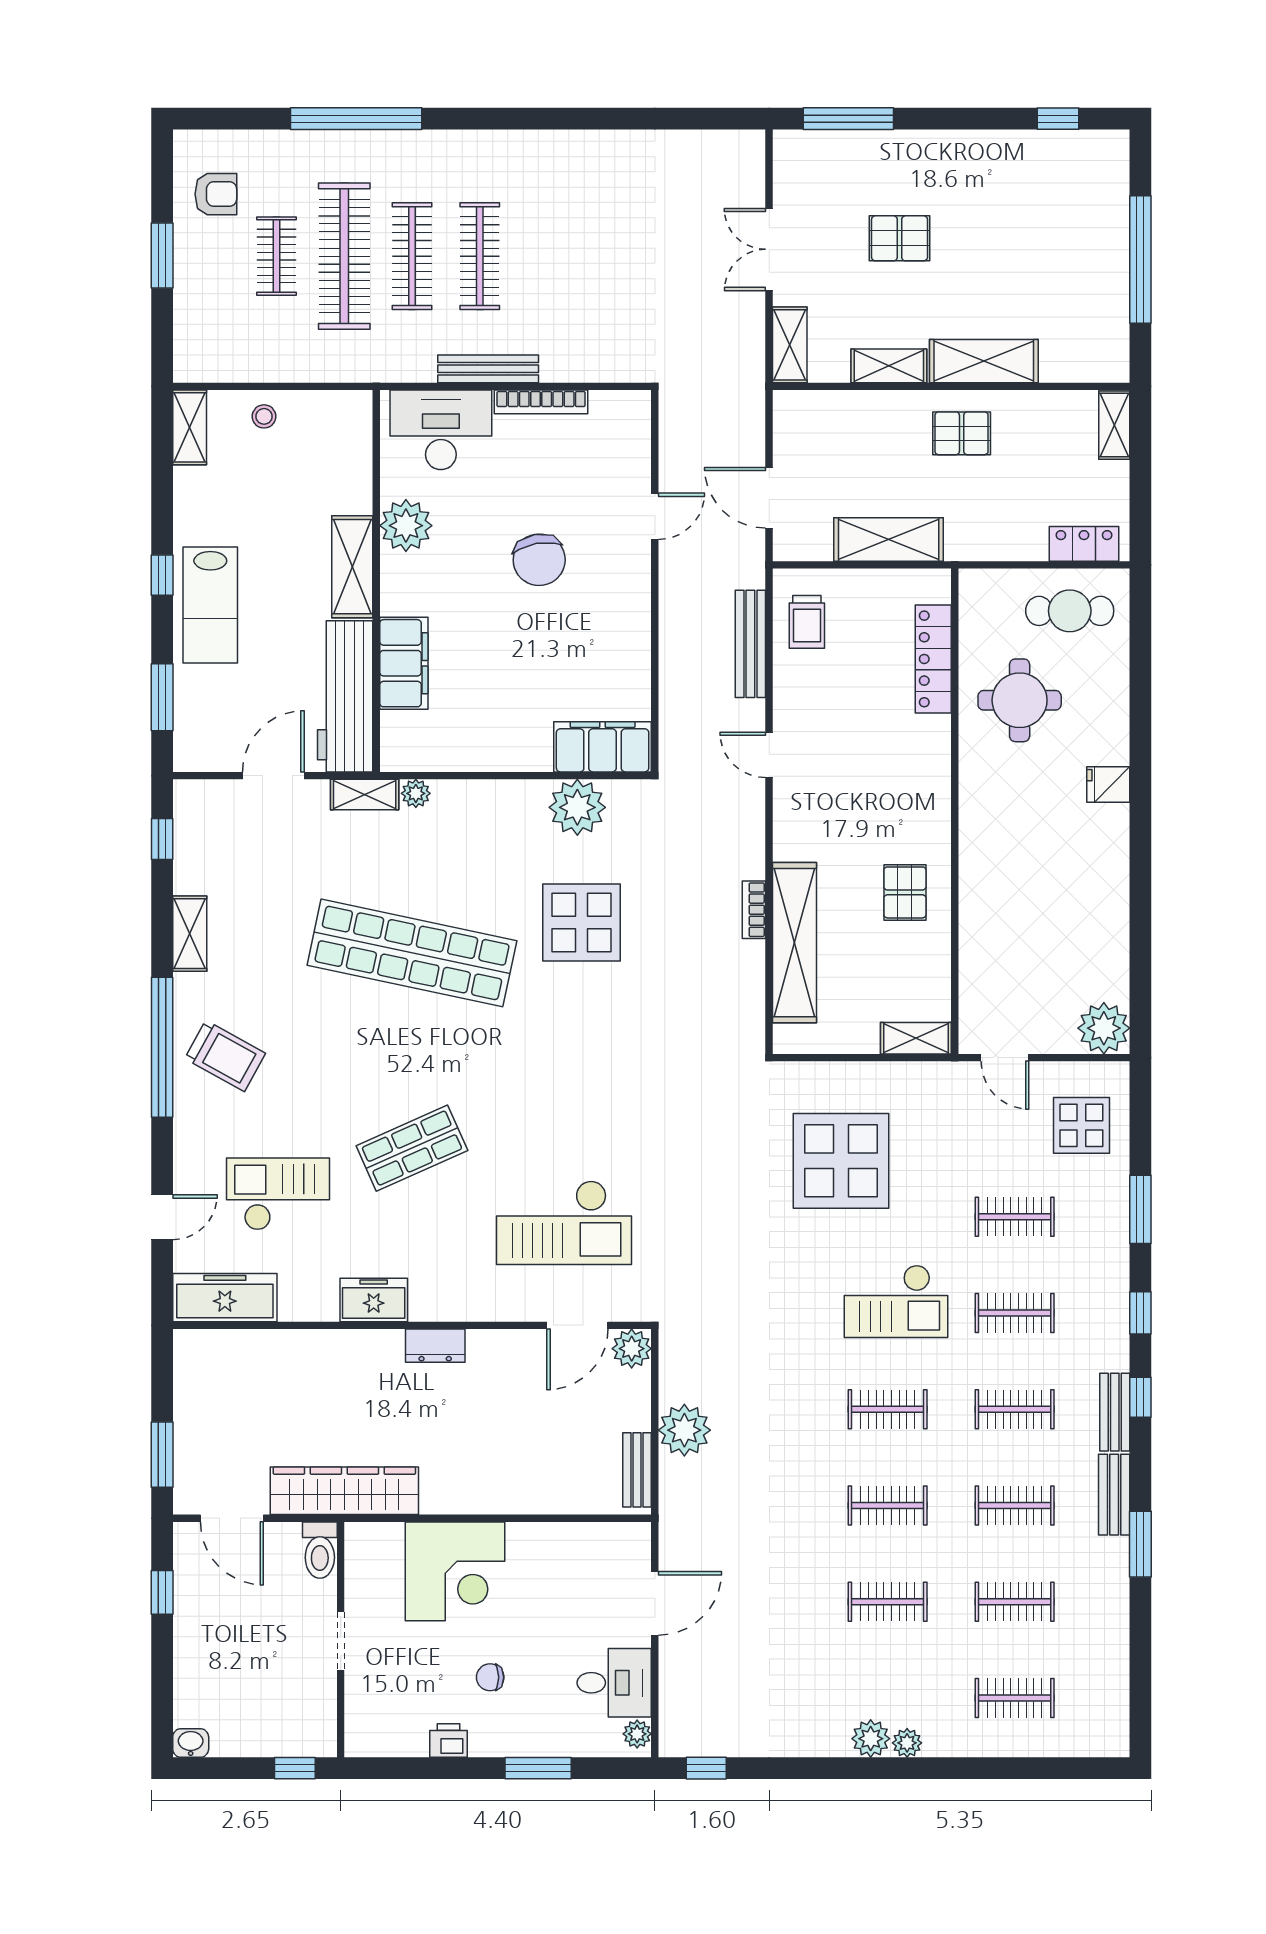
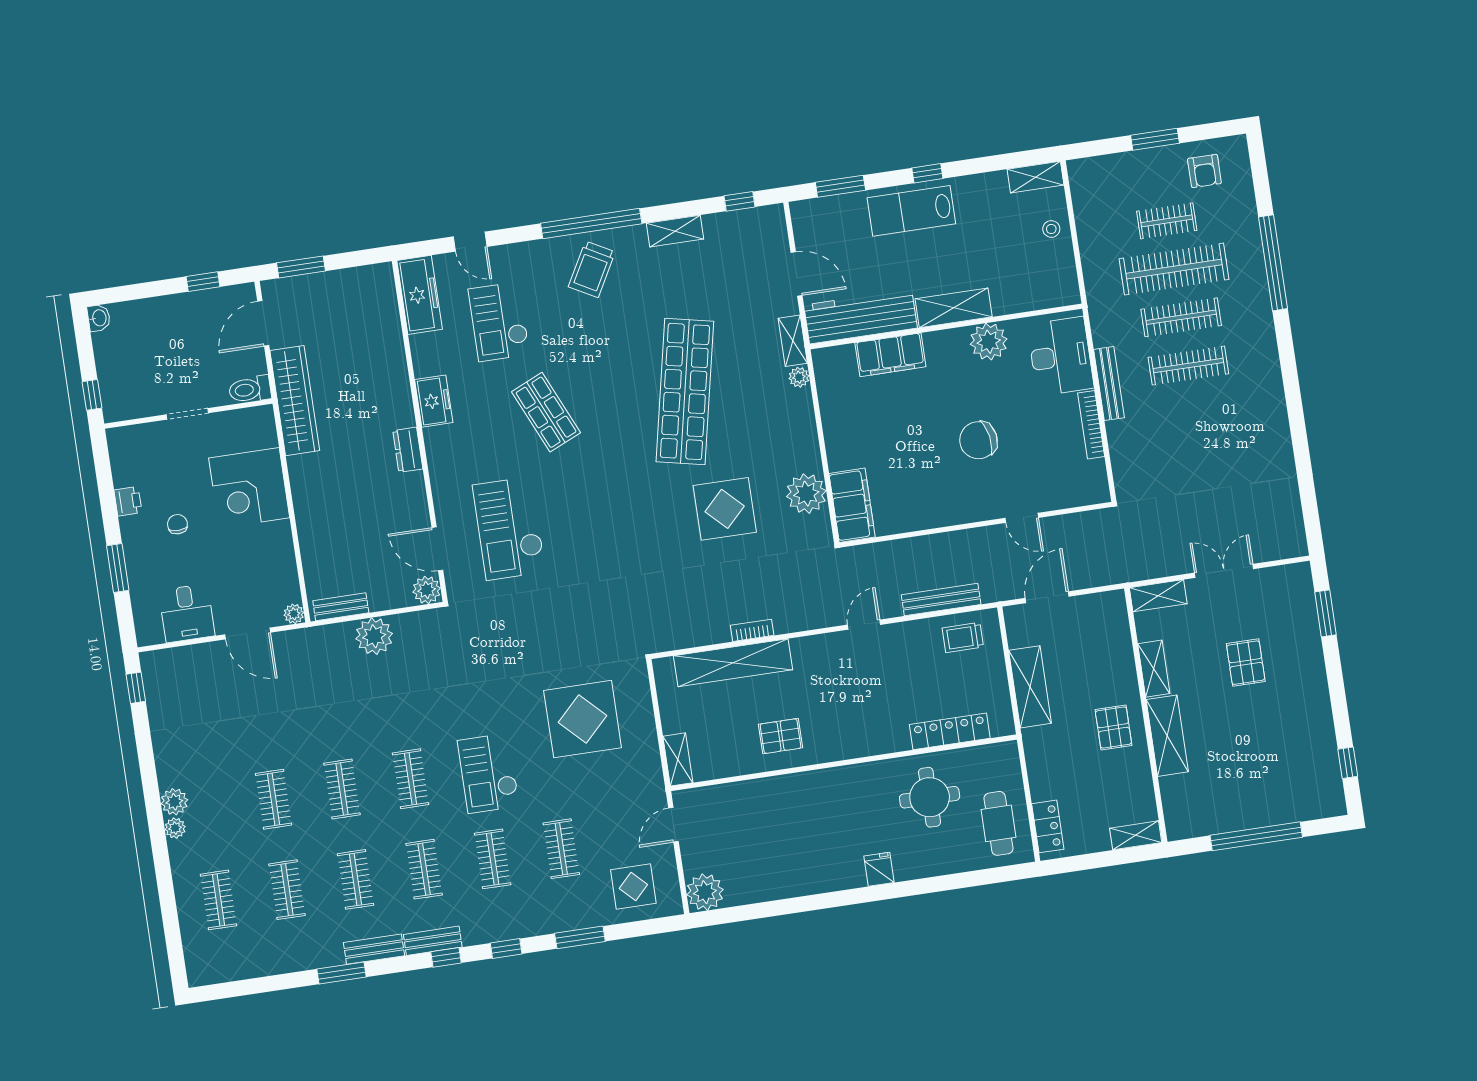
window: (848, 119) -> (1325, 613), width x0.69
checkout: (278, 1194) -> (499, 322), turned 180
plant: (637, 1734) -> (294, 614), moved

